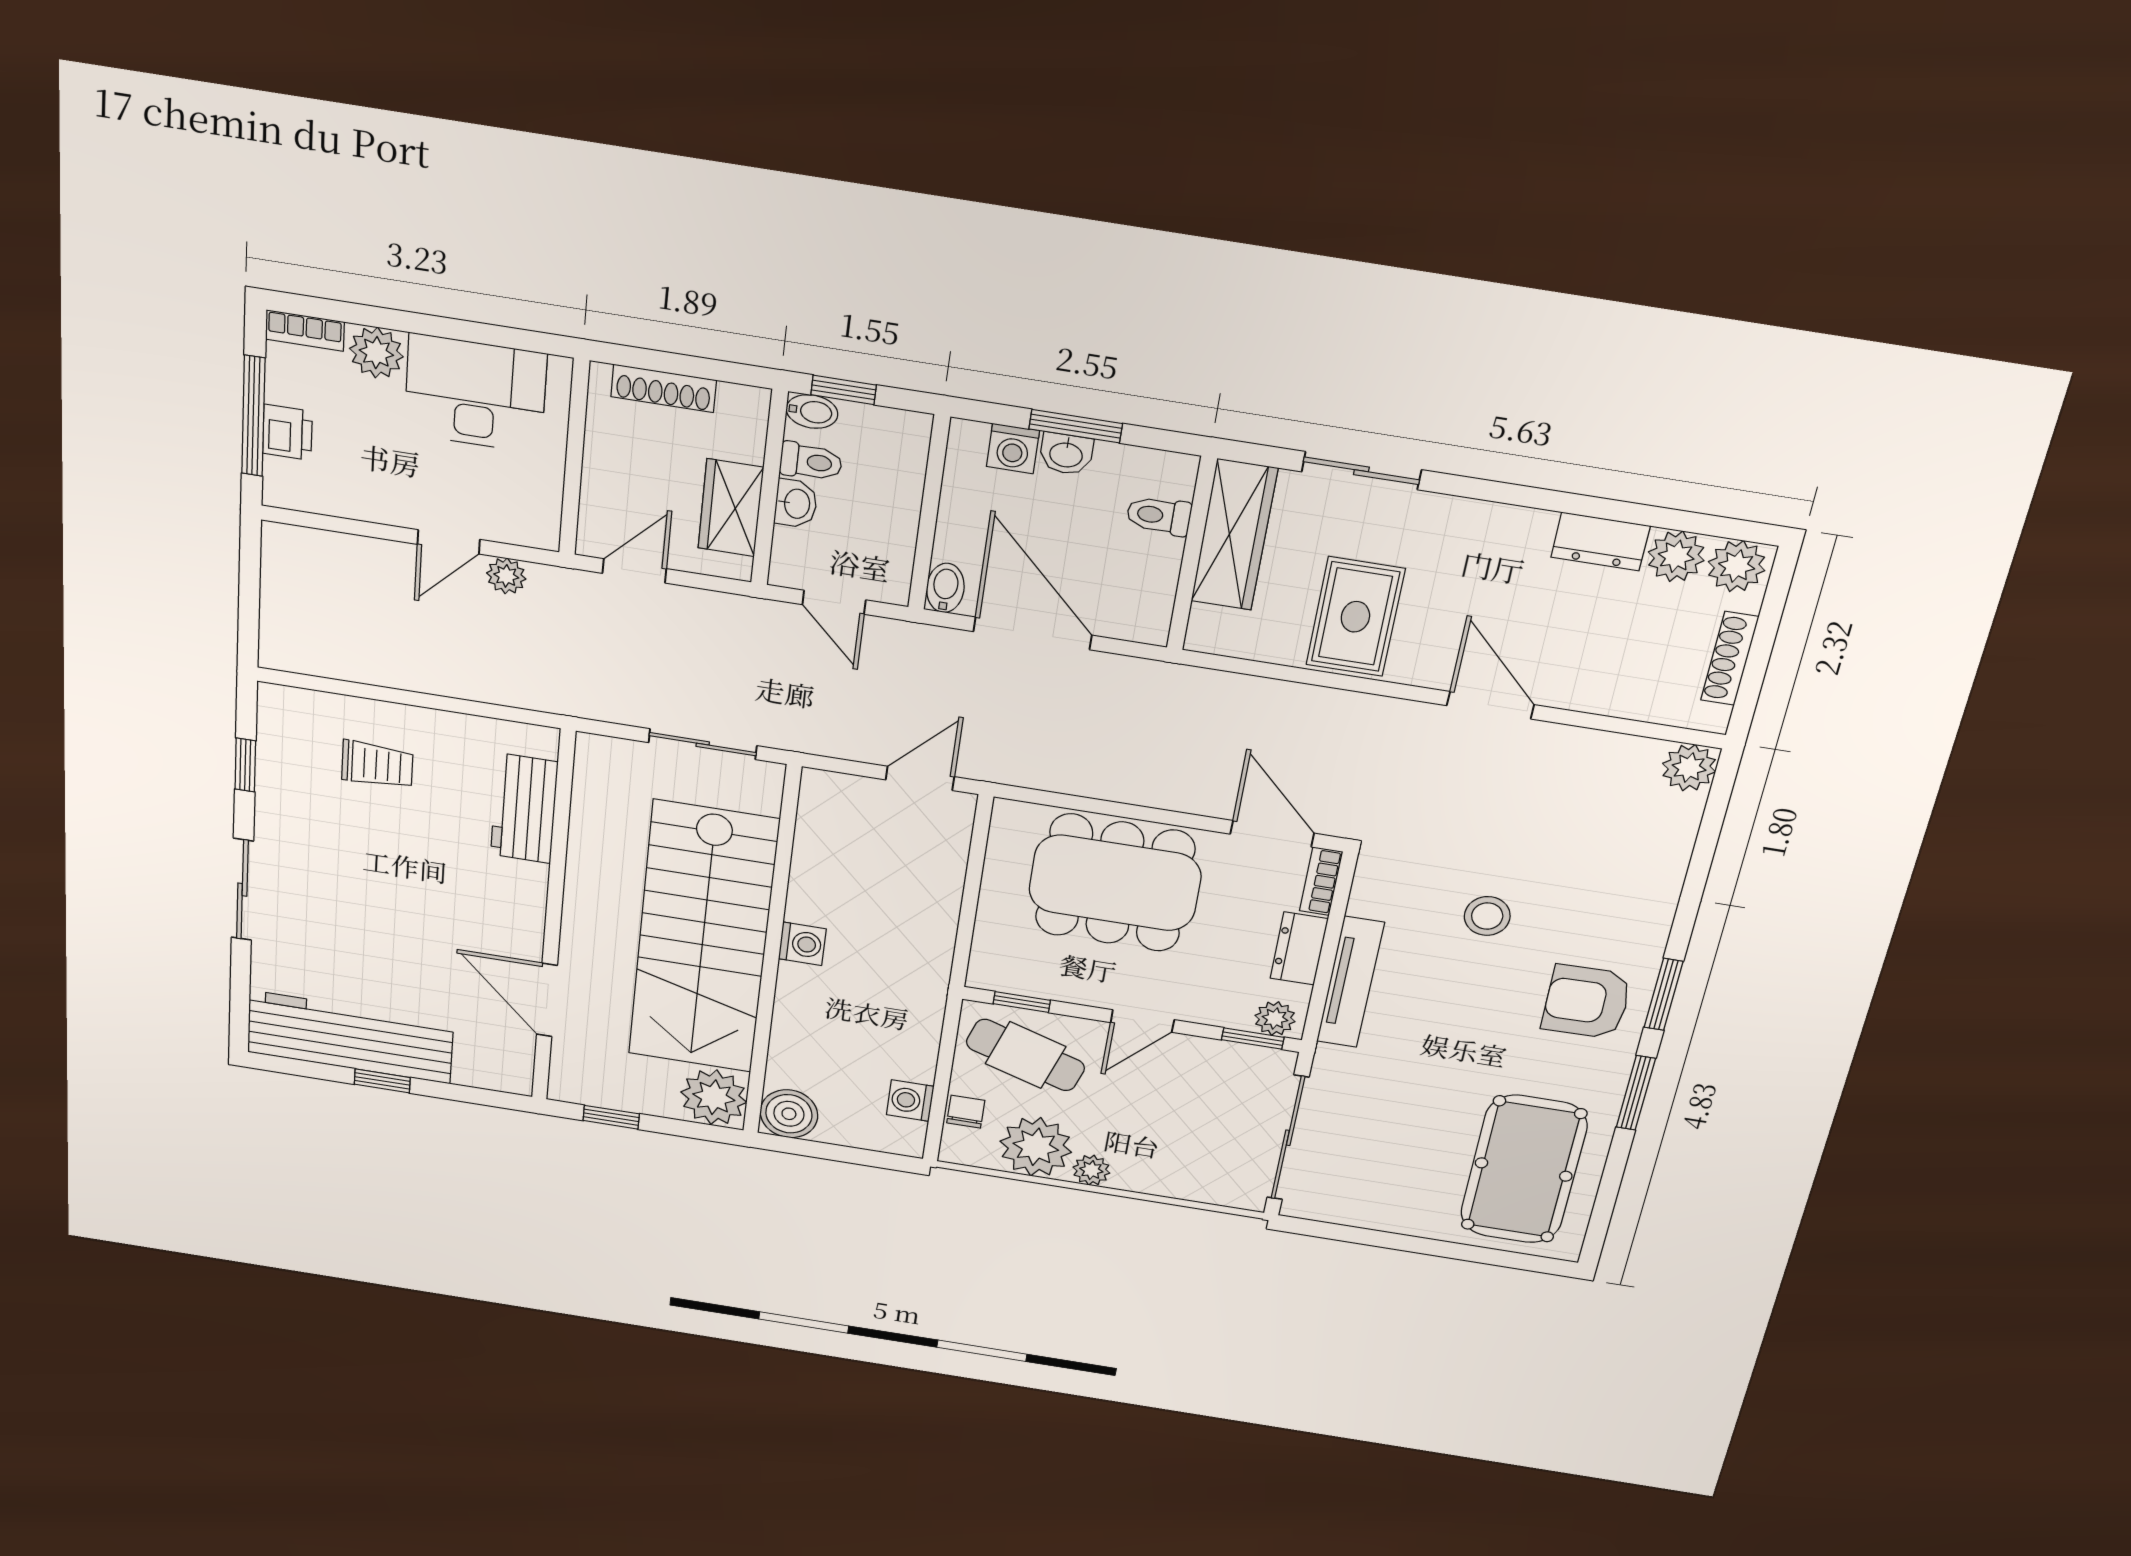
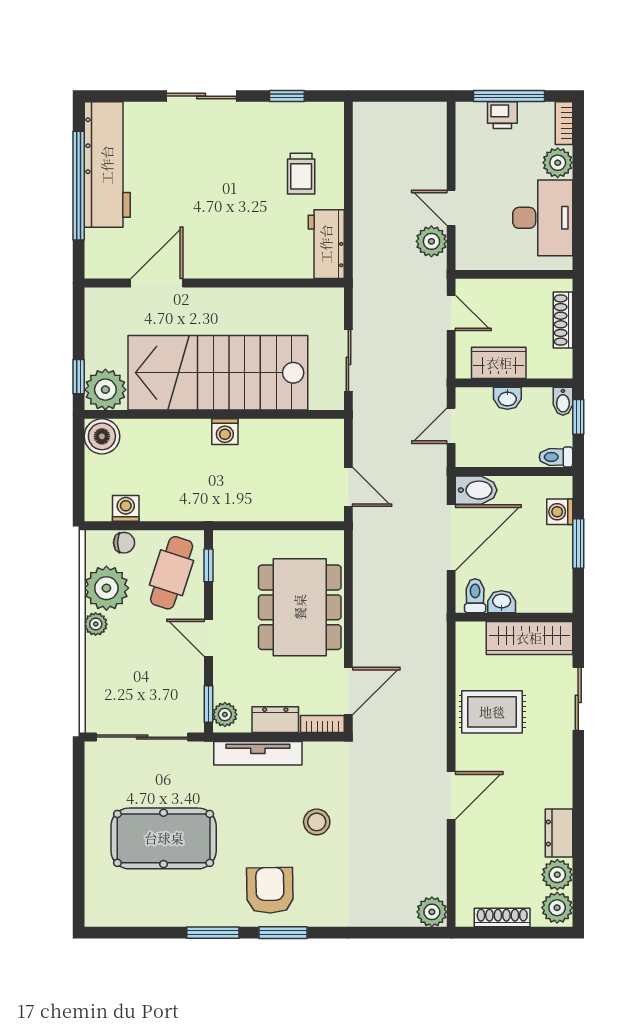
washbasin: (1066, 454) -> (502, 602), moved, turned 90
toilet: (811, 462) -> (556, 457), moved, turned 90
toilet: (1159, 516) -> (475, 596), moved
plant: (506, 576) -> (431, 241), width x1.38, depth x1.38
bidet: (945, 588) -> (476, 490), width x1.38, depth x1.36
workbench: (524, 808) -> (326, 244), moved, turned -90
window: (382, 1081) -> (79, 186), width x3.17
window: (611, 1117) -> (79, 377), moved
pool table: (1524, 1170) -> (164, 838), moved

